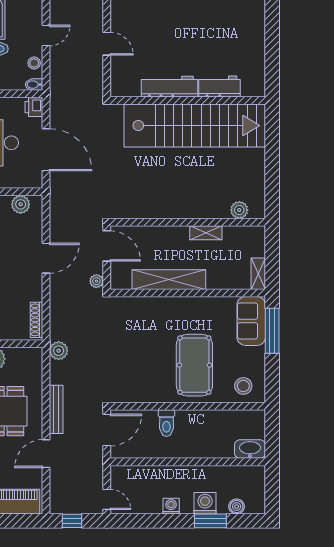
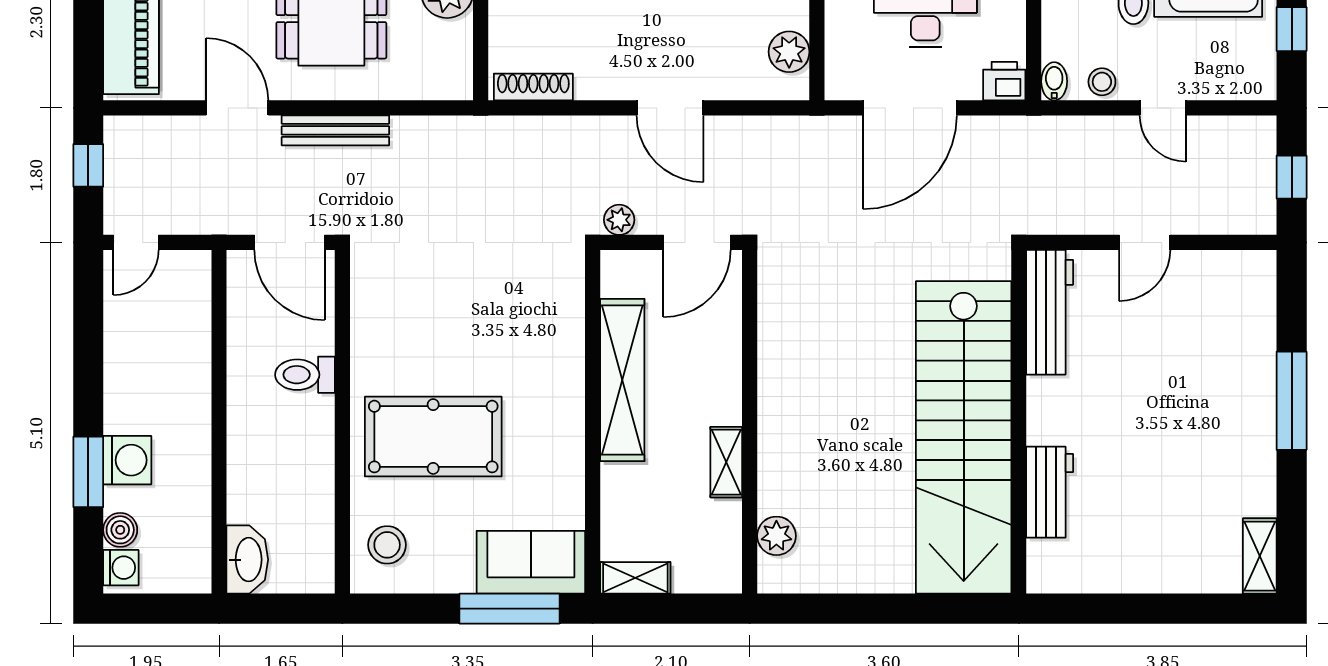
workbench: (169, 87) -> (1050, 312), moved
plant: (59, 351) -> (465, 136), removed
washing machine: (171, 506) -> (121, 568), moved

